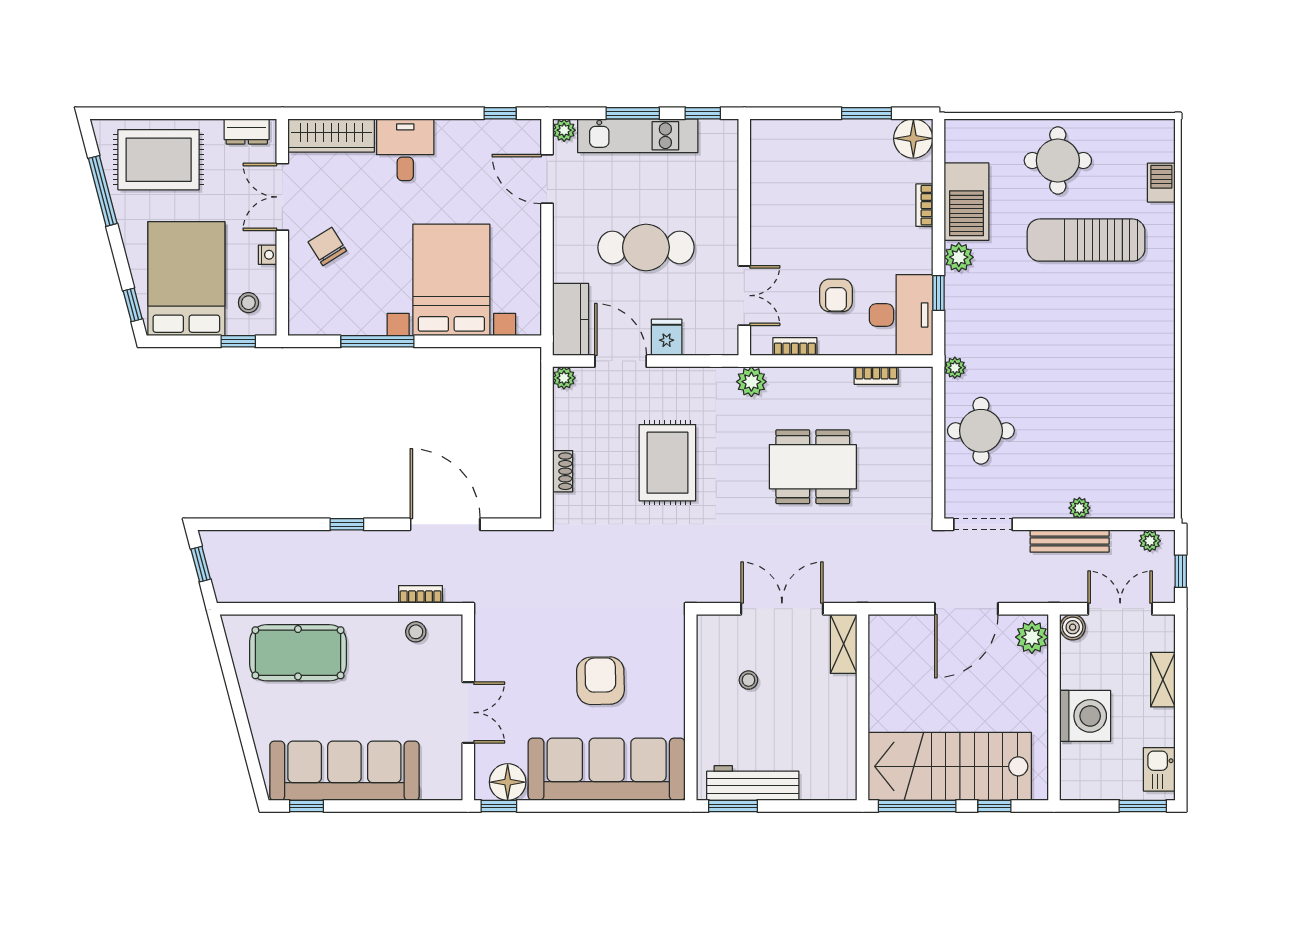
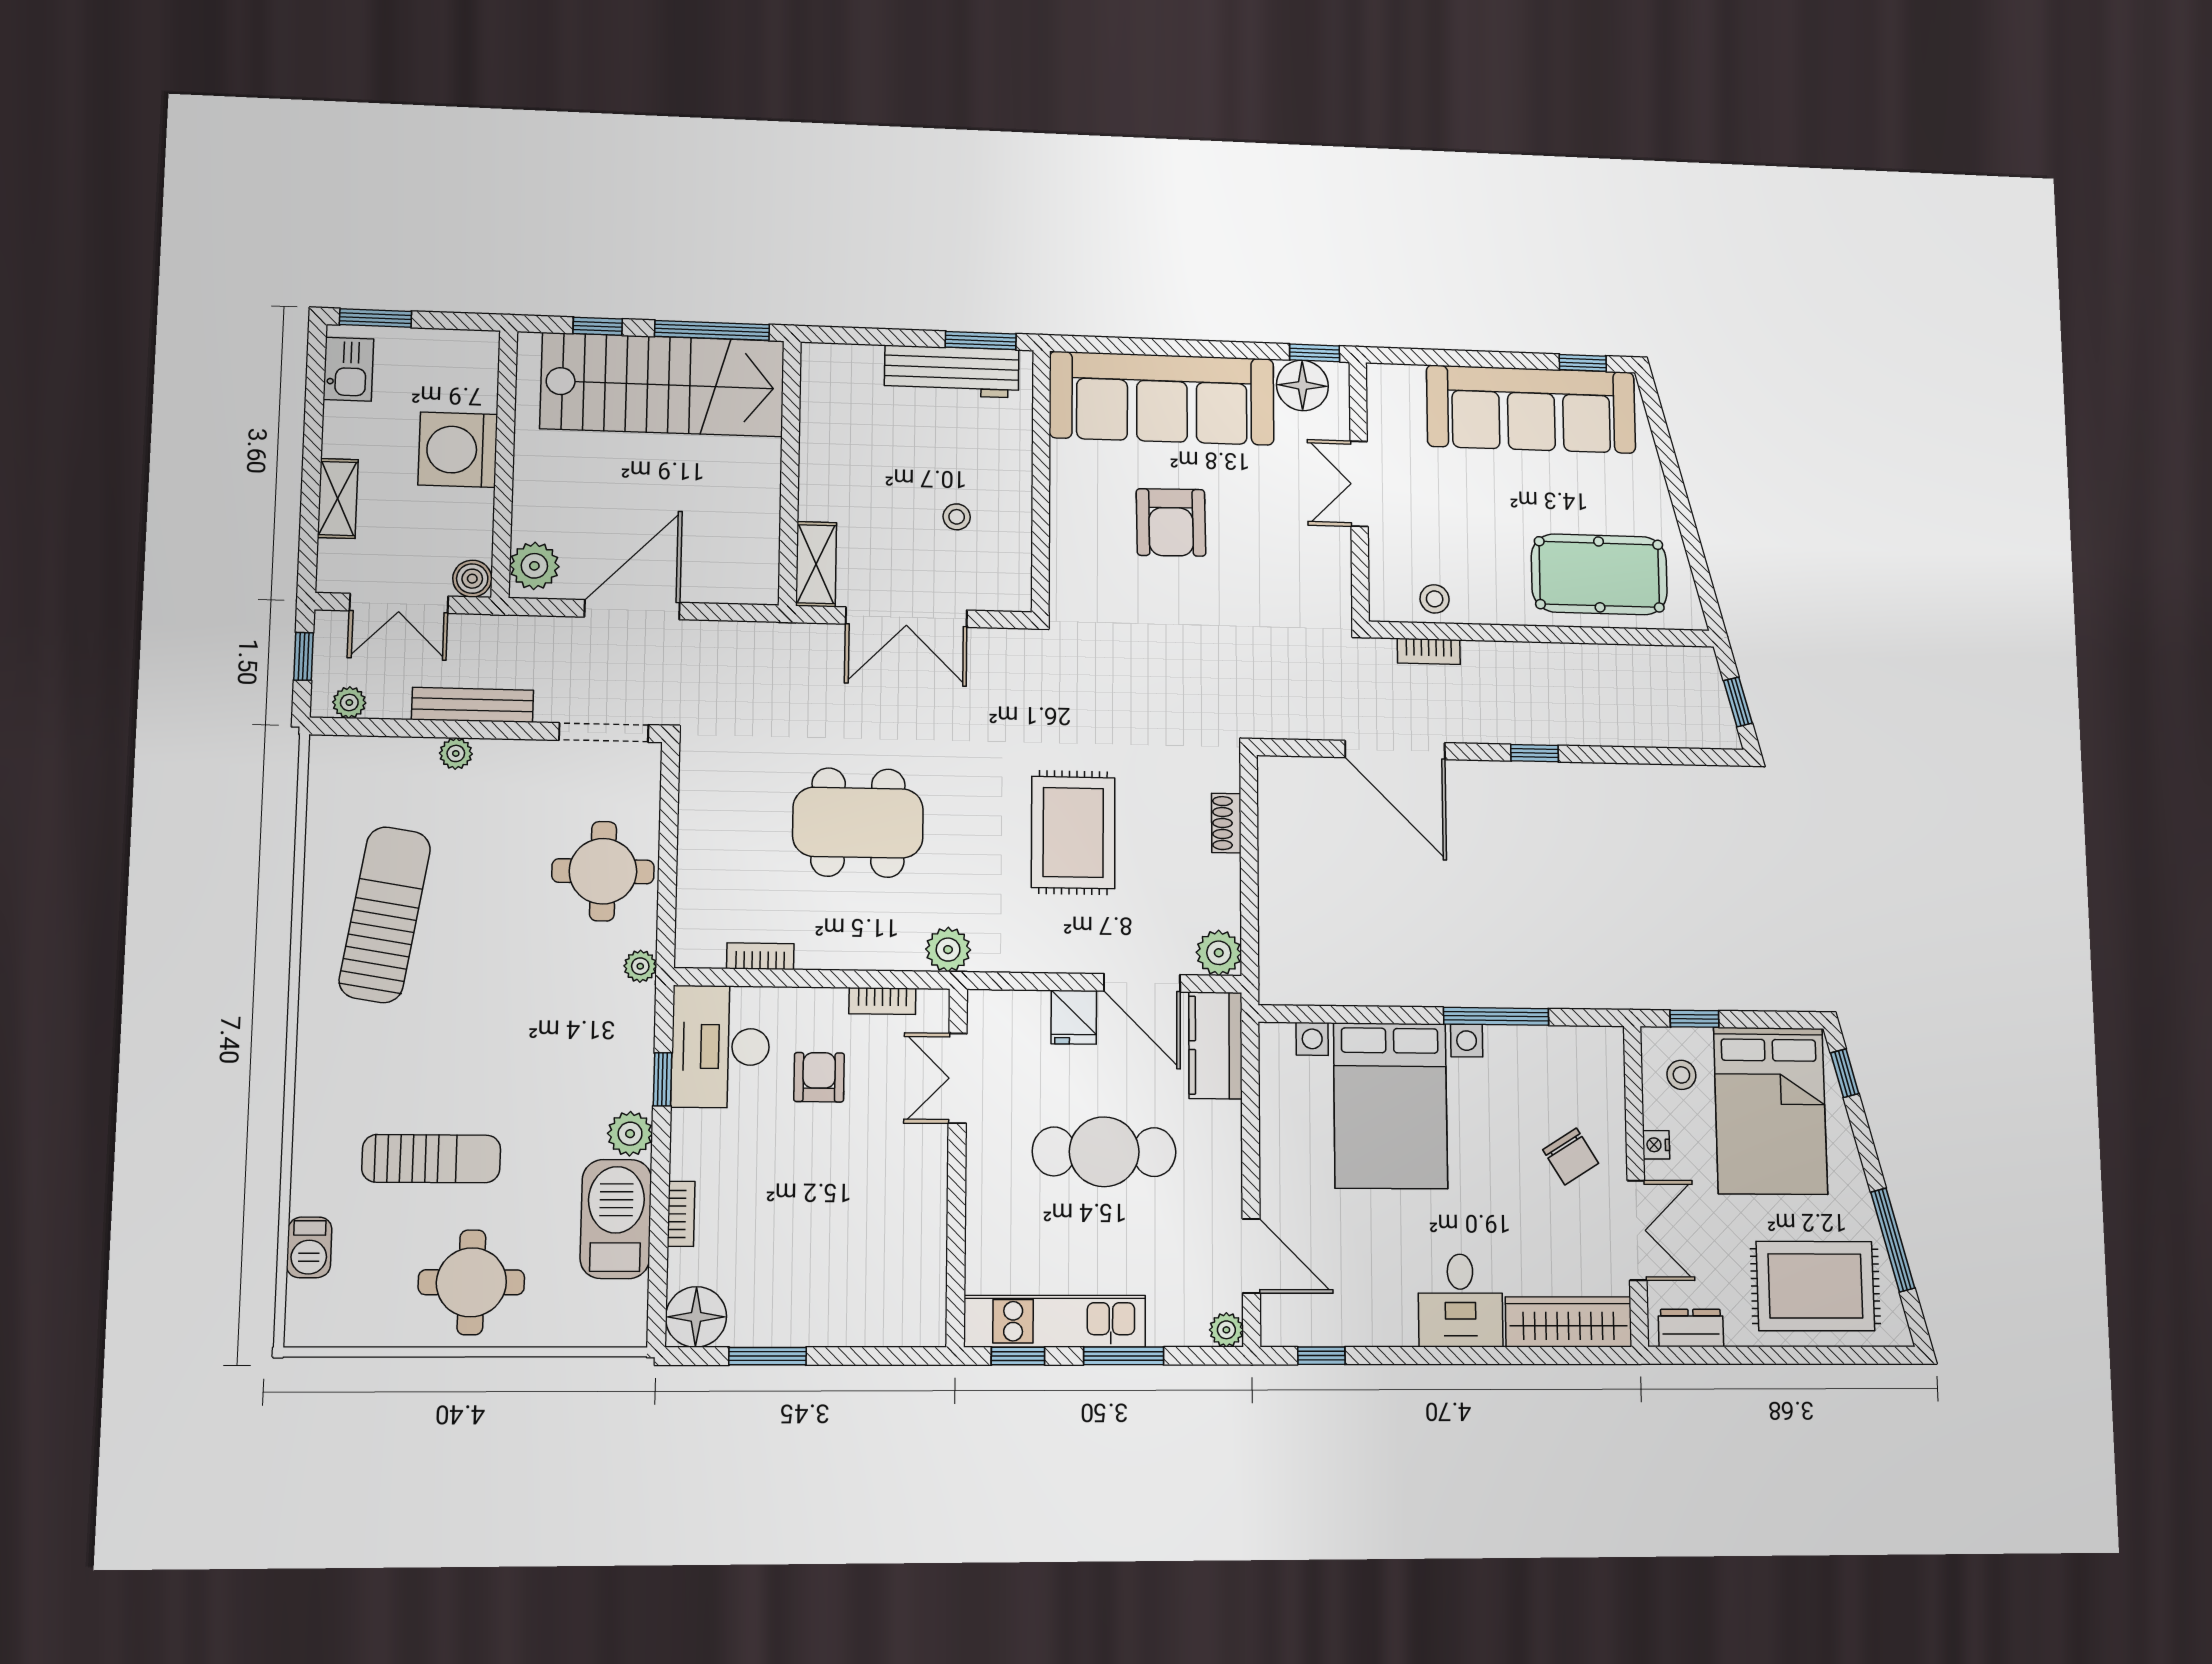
kitchen unit: (638, 136) -> (1055, 1321), moved
sun lounger: (1086, 240) -> (431, 1159), width x0.73, depth x0.75
plant: (564, 378) -> (1219, 953), width x1.38, depth x1.38
sun lounger: (1122, 399) -> (385, 915), added

